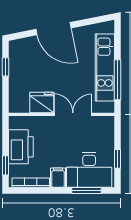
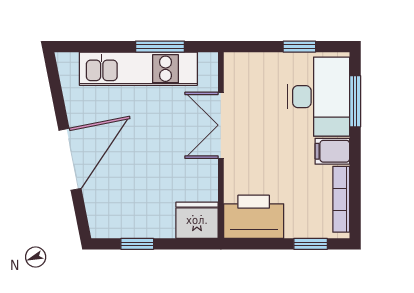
window: (117, 80) -> (160, 47), width x0.69
fridge: (42, 102) -> (197, 220), moved, turned 90
printer: (21, 147) -> (254, 217), moved

